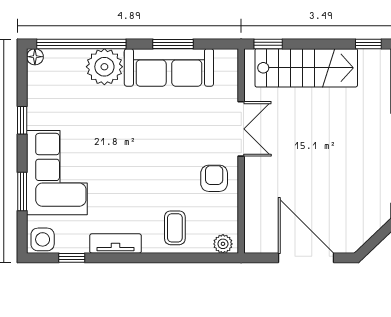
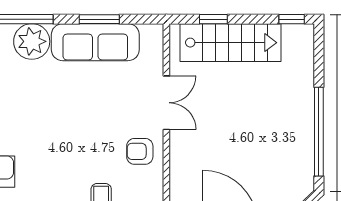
window: (268, 44) -> (213, 19), moved
armchair: (214, 178) -> (140, 151), turned -90

